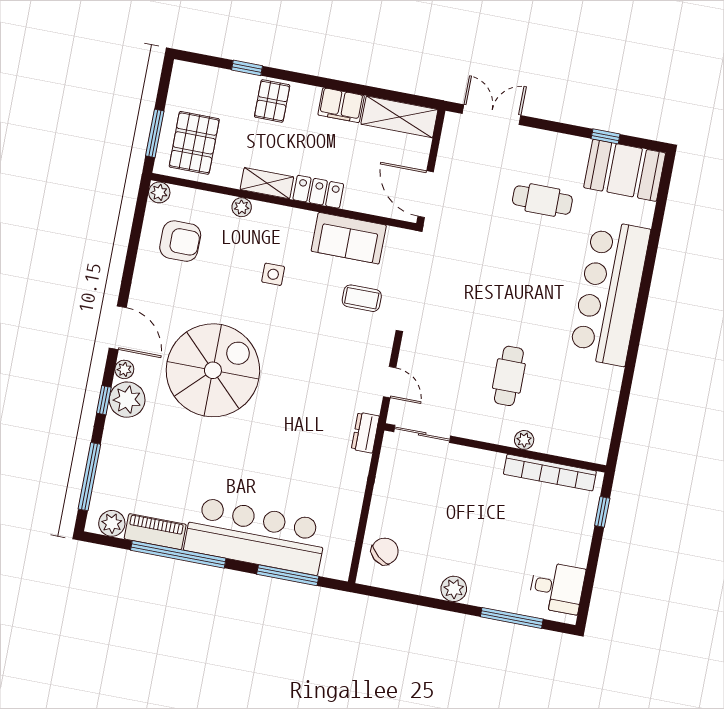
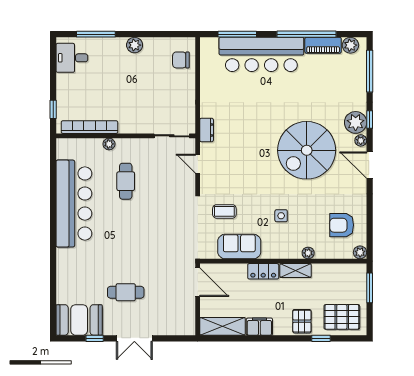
double door: (491, 115) -> (134, 338), moved
pallet: (194, 143) -> (342, 317), moved, turned 90
bar counter: (610, 293) -> (74, 204), moved
chair: (385, 551) -> (181, 60), turned 51

